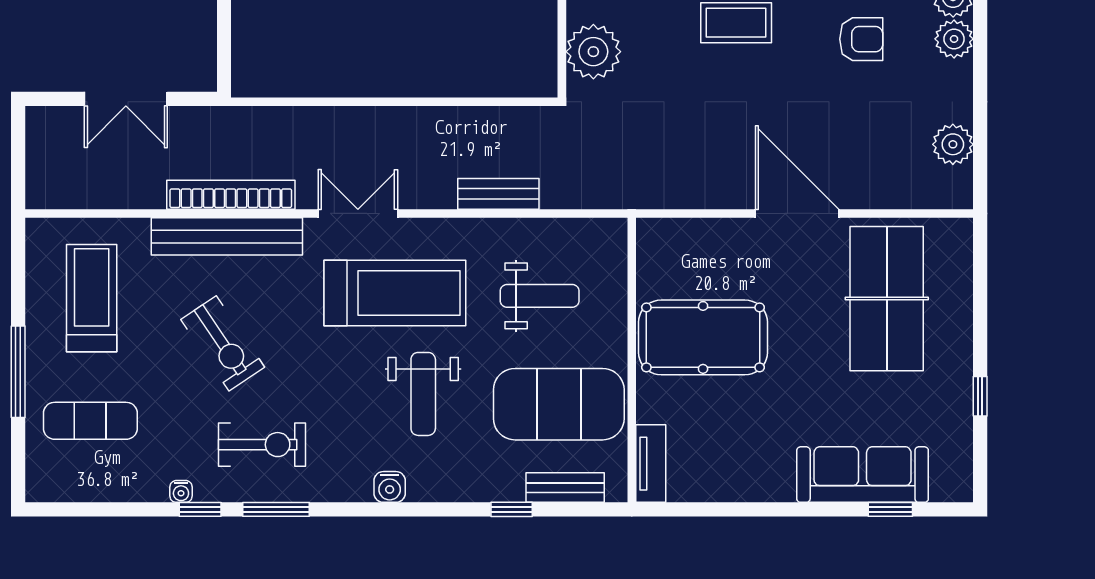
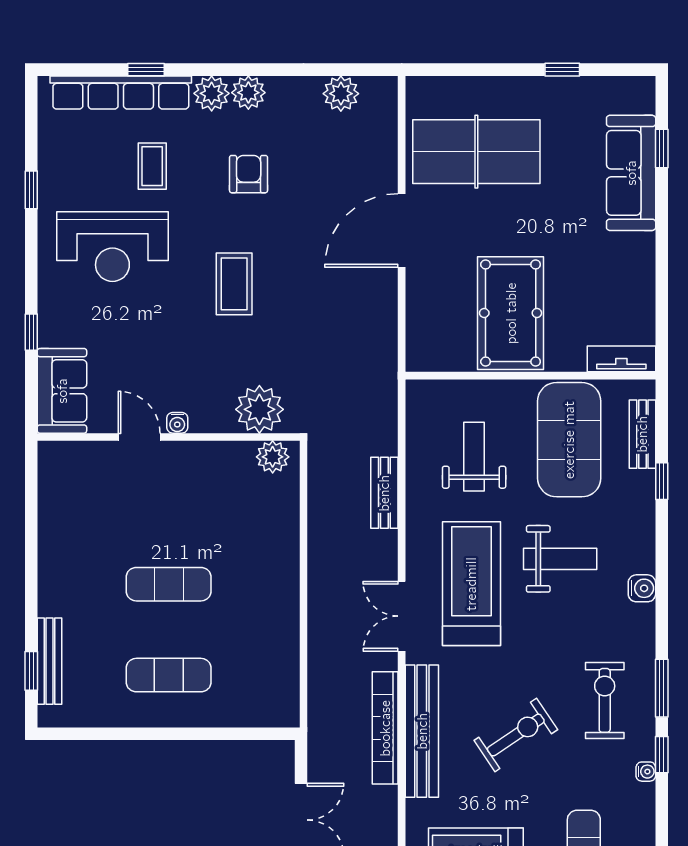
plant: (539, 67) -> (273, 457), added

